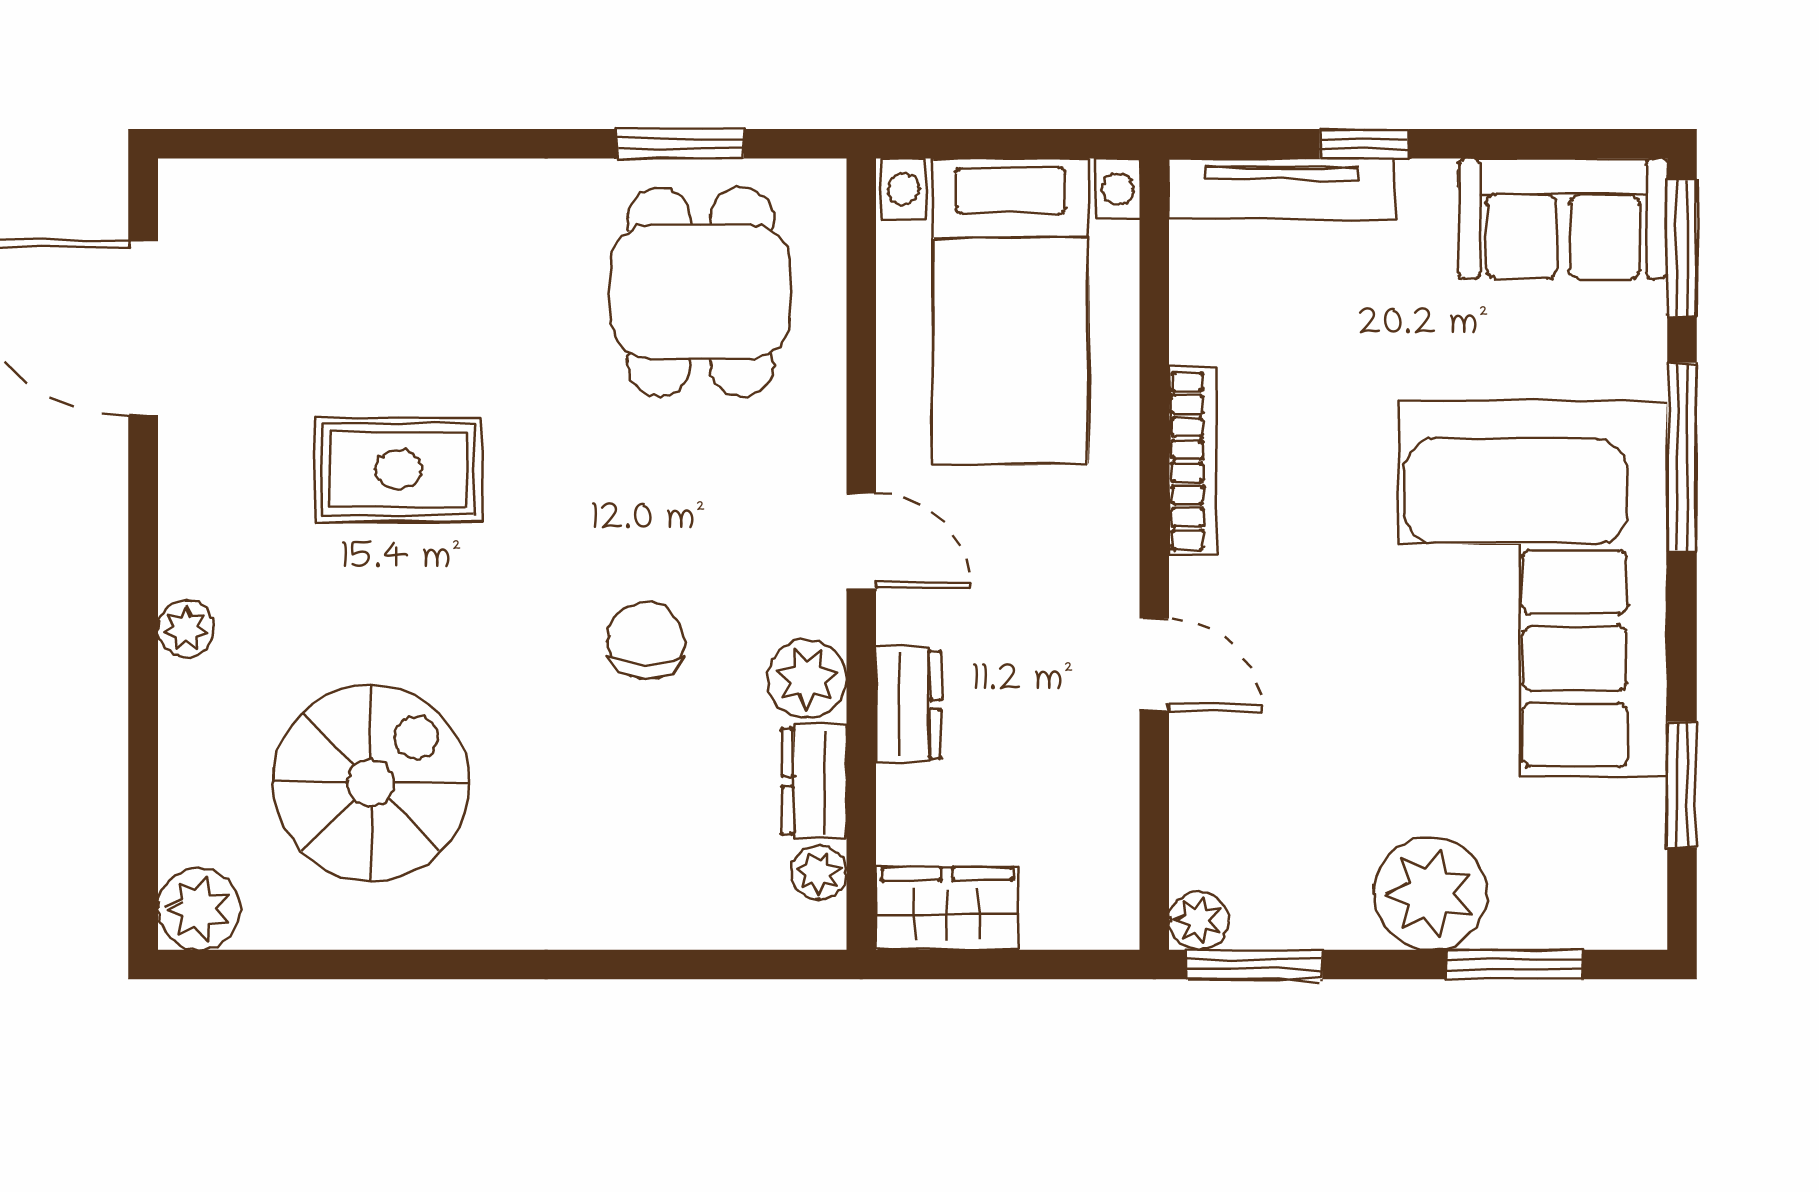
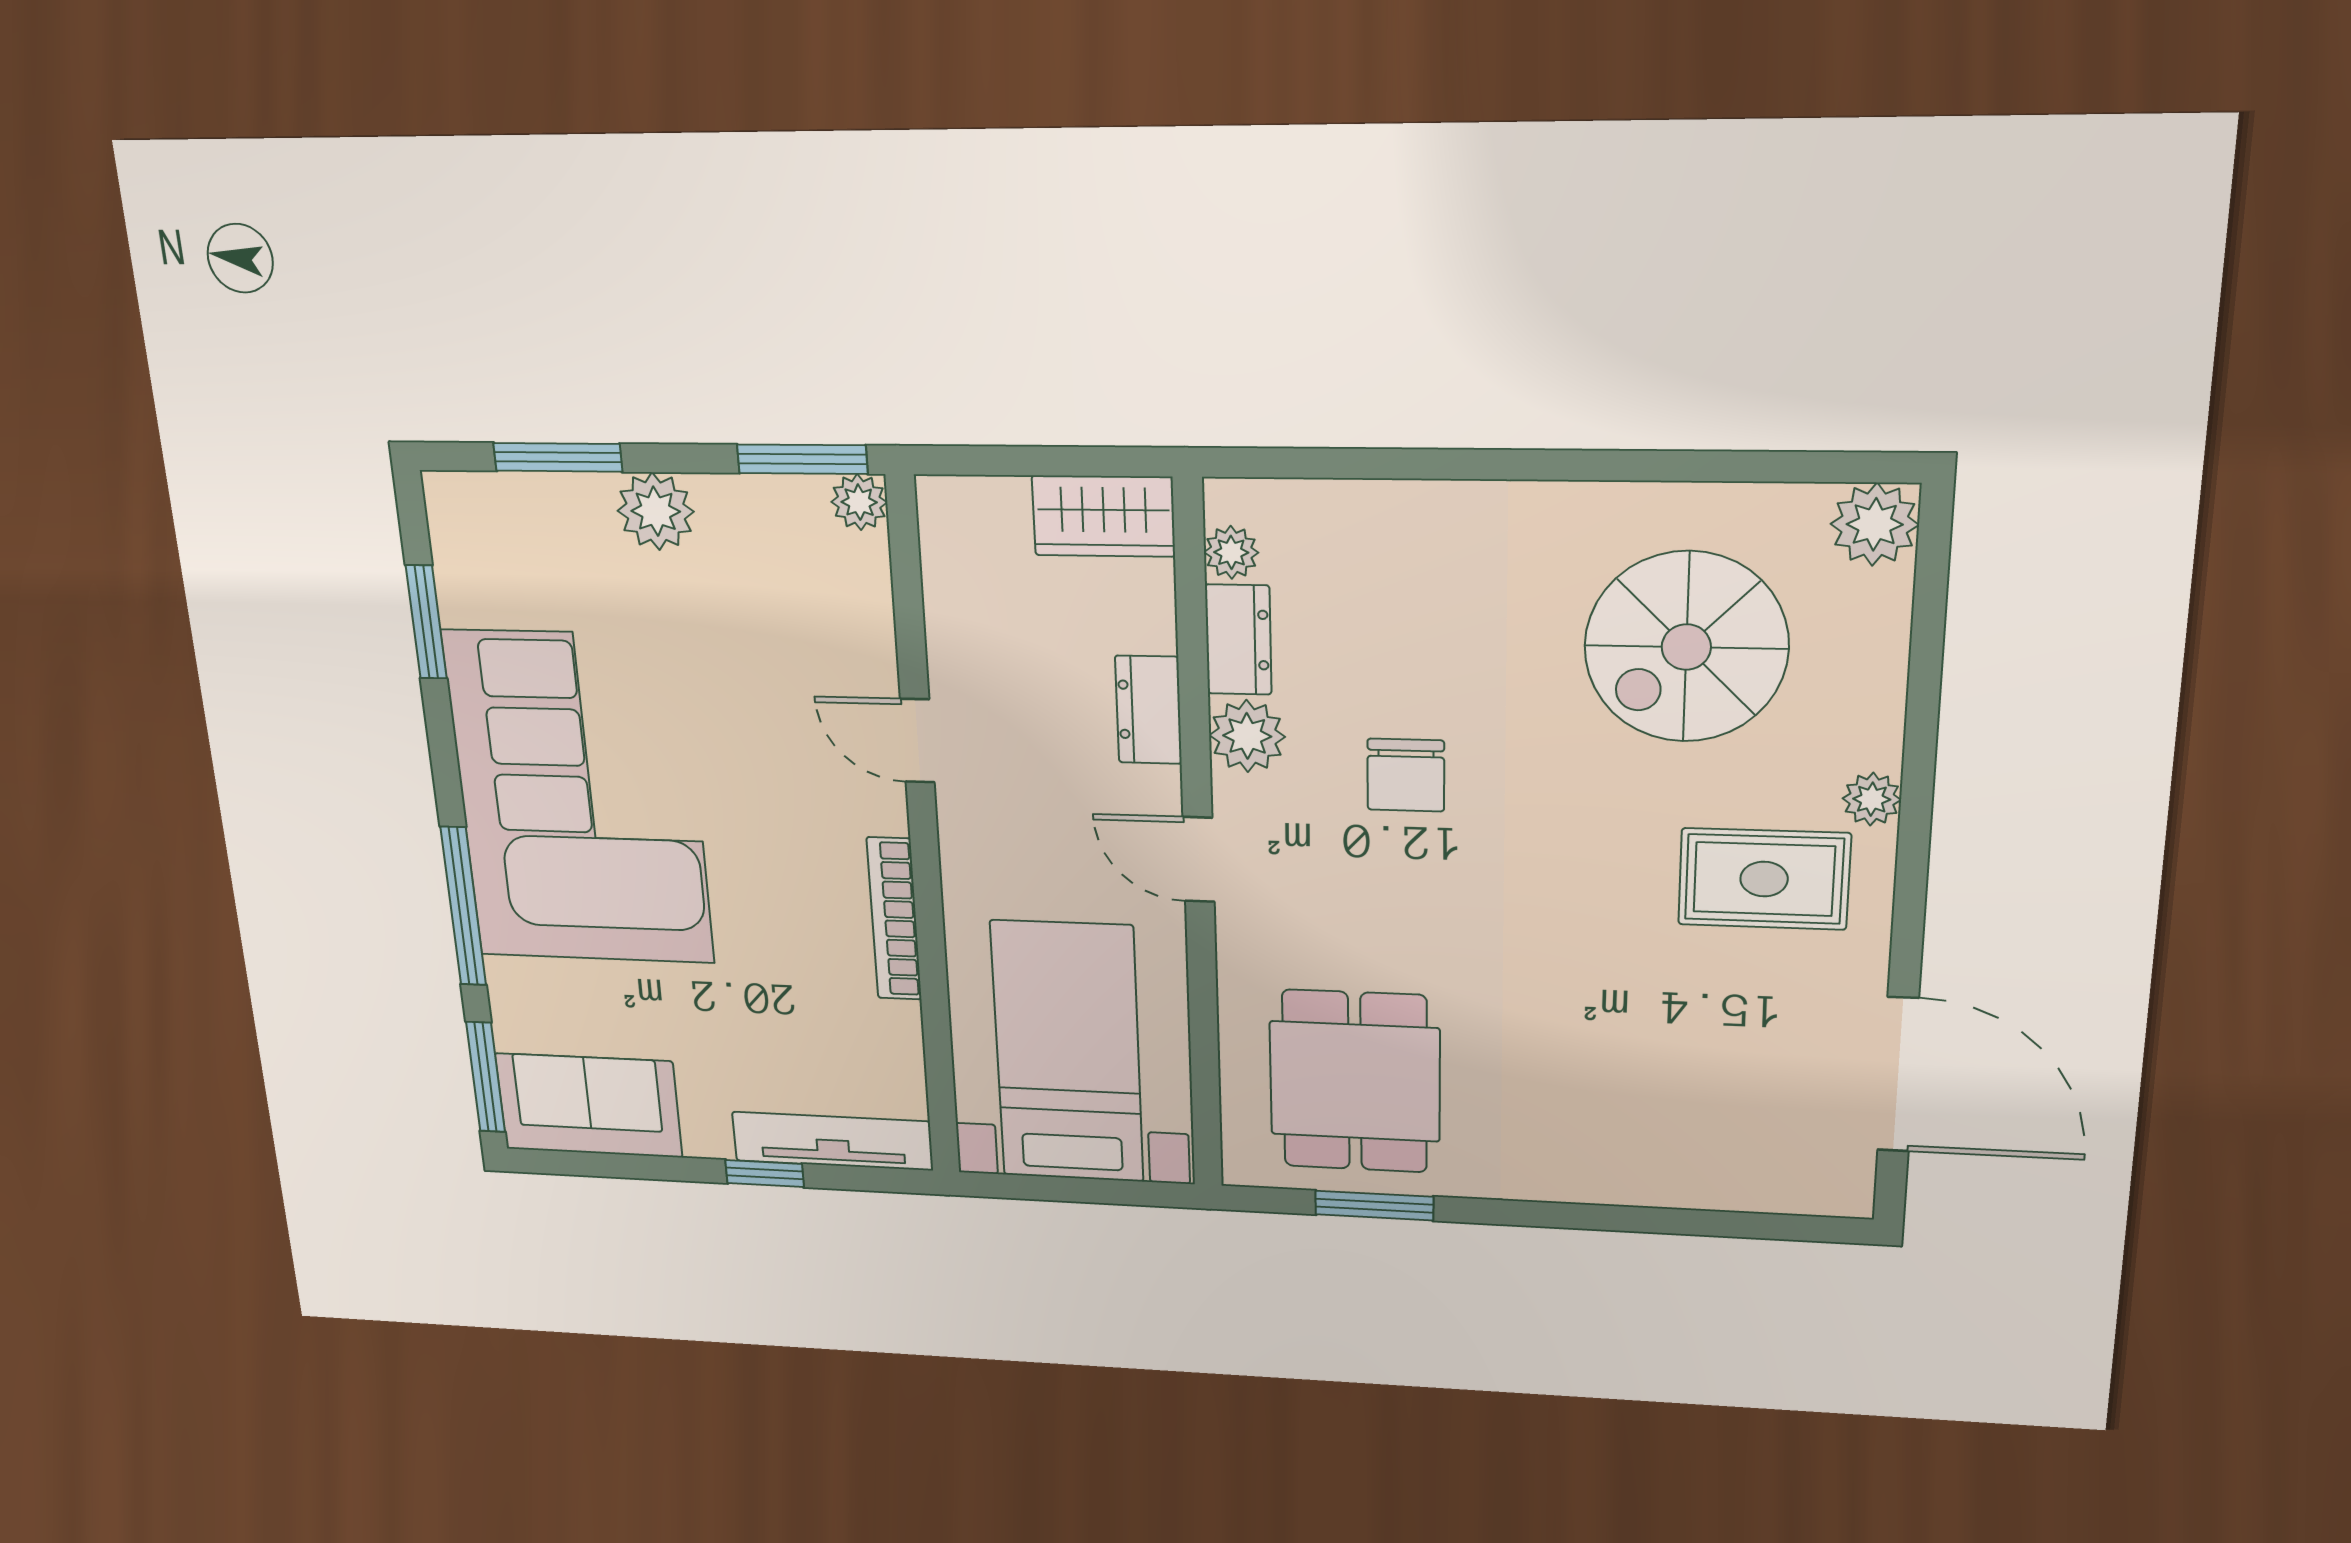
rug: (398, 470) -> (1764, 879), moved
plant: (1430, 893) -> (656, 511), width x0.73, depth x0.73

